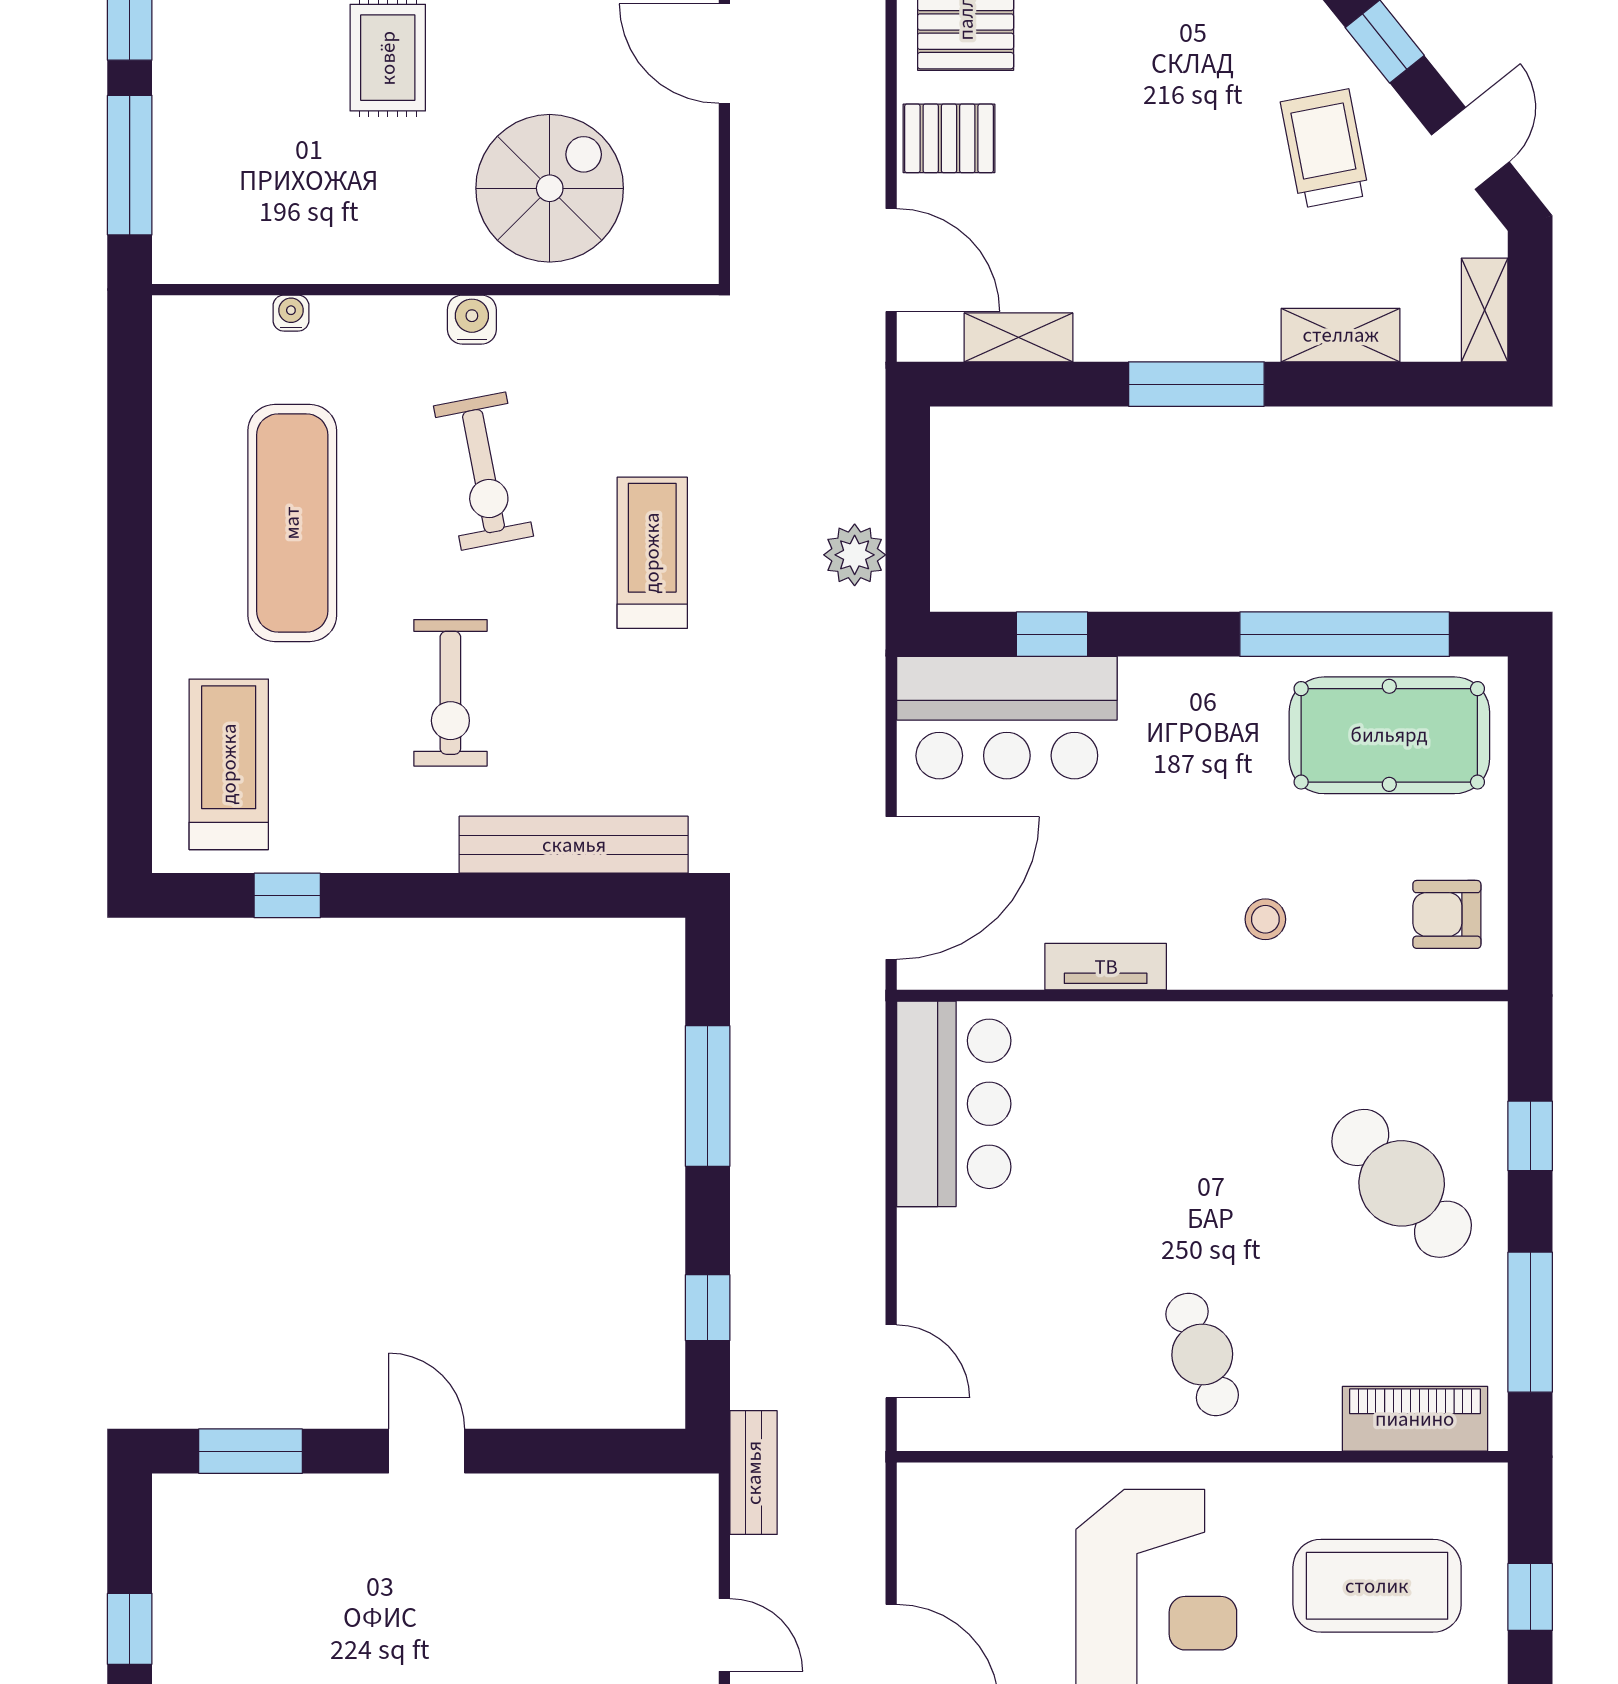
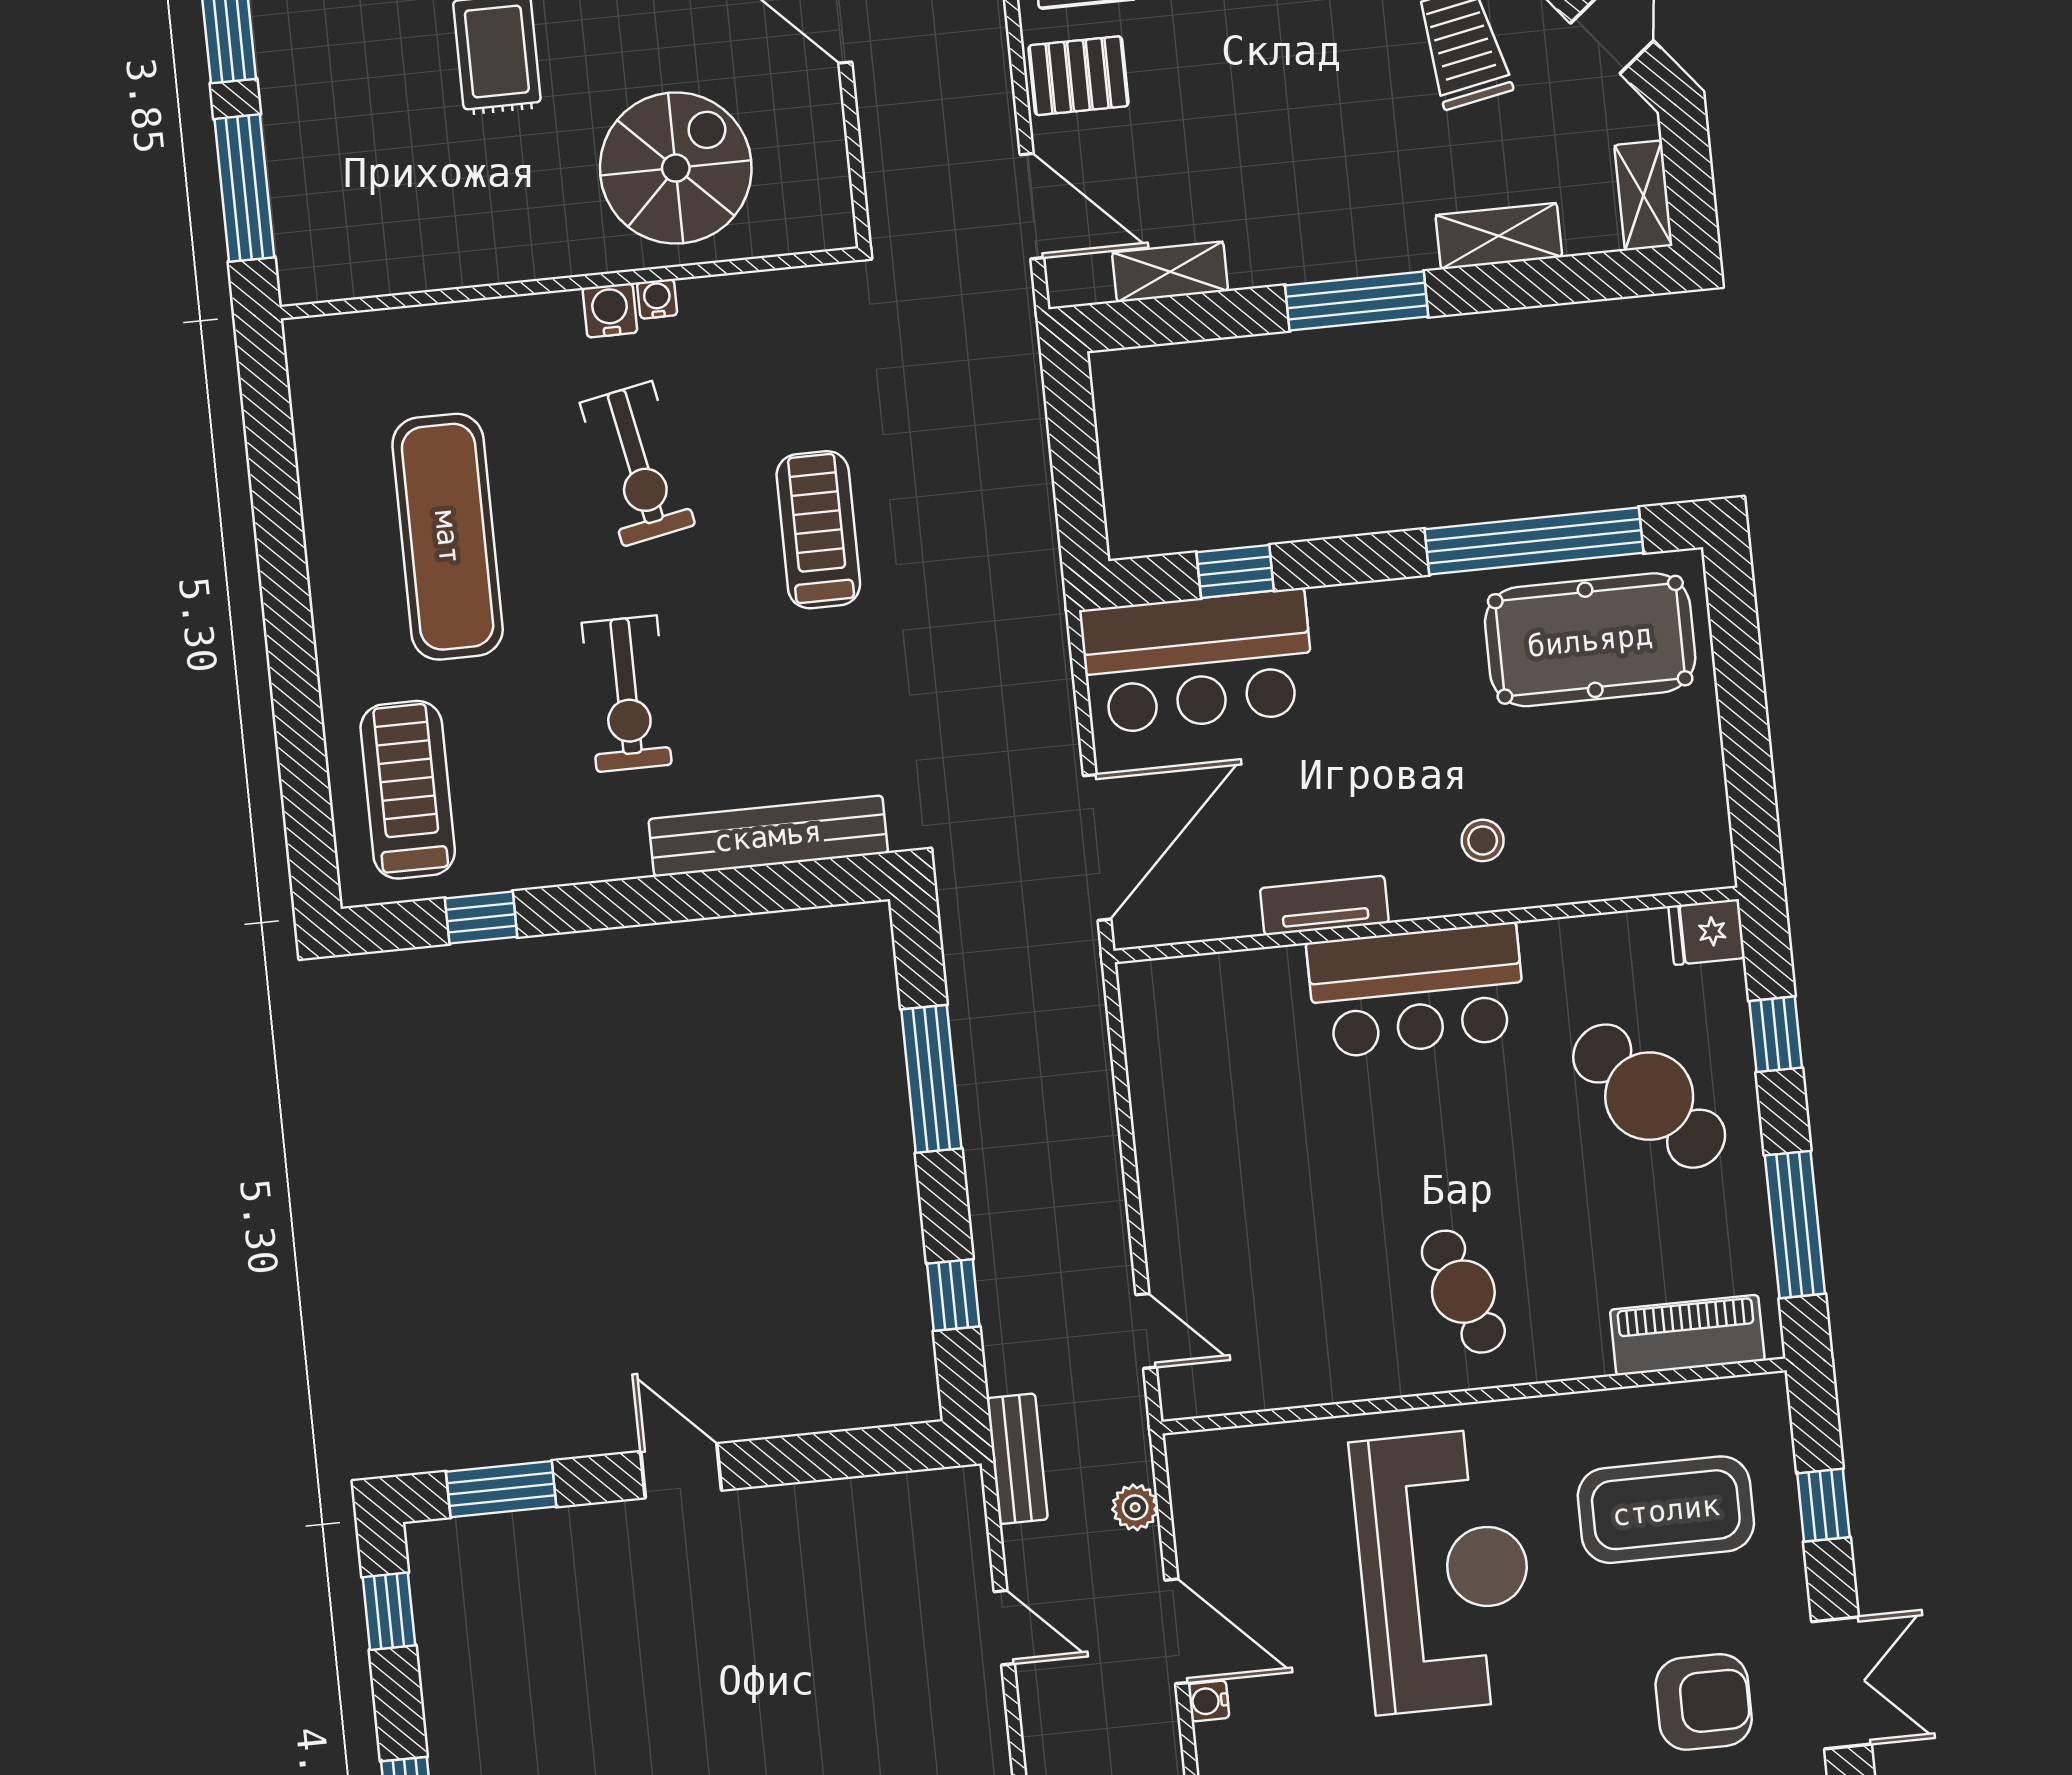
water cooler: (291, 313) -> (657, 299), moved
plant: (855, 555) -> (1135, 1507), moved, width x0.73, depth x0.73
armchair: (1447, 914) -> (1668, 817), removed
fridge: (1473, 1030) -> (1707, 932), added
bar counter: (954, 1104) -> (1417, 990), moved, turned 90
window: (130, 1629) -> (389, 1611), moved

